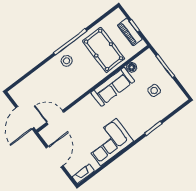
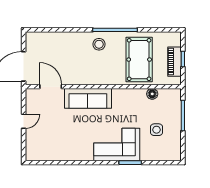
sofa: (113, 87) -> (88, 98), moved
corner sofa: (108, 142) -> (117, 145), moved
door: (55, 157) -> (24, 121), width x0.53
fireplace: (83, 174) -> (37, 156), removed

